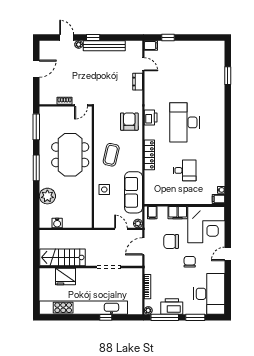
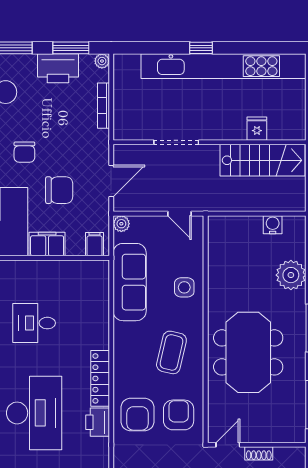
armchair: (107, 121) -> (179, 415), added
locker: (149, 155) -> (100, 378), moved
door: (121, 229) -> (179, 214), moved
fridge: (66, 276) -> (257, 129), width x0.53, depth x0.75
window: (106, 317) -> (201, 48), moved
window: (165, 317) -> (71, 48), width x0.69

